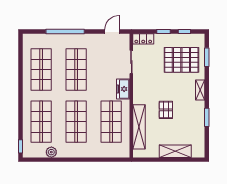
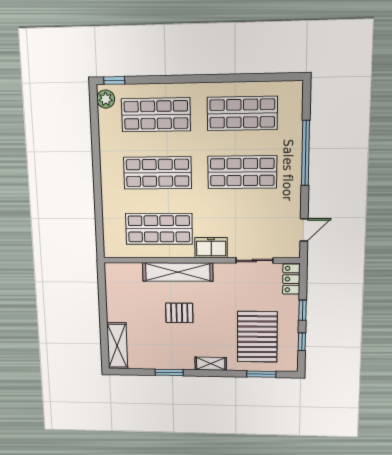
door: (112, 32) -> (304, 230), hinge flipped
shelving: (139, 127) -> (178, 272), moved
shelving: (175, 151) -> (117, 346), moved
plant: (51, 152) -> (106, 99), moved

